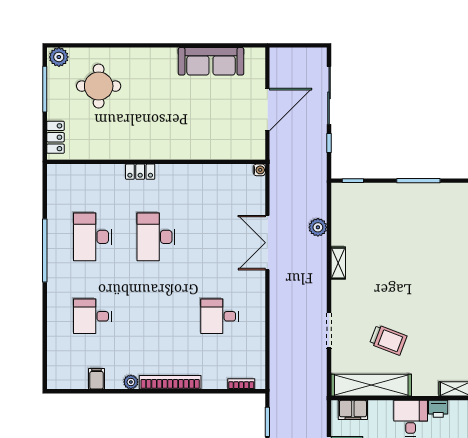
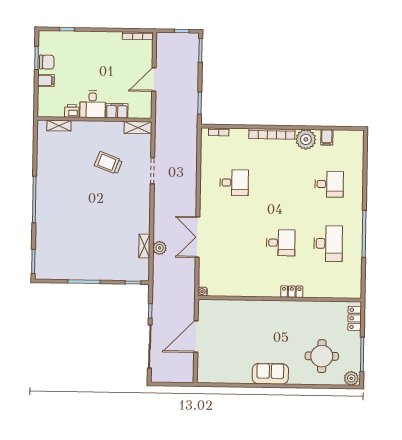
sofa: (211, 61) -> (270, 374), moved, width x0.73
desk: (156, 237) -> (281, 243), width x0.73
double door: (267, 243) -> (198, 237), swing flipped
shelving: (338, 263) -> (144, 246), moved
plant: (131, 382) -> (306, 139), width x1.87, depth x1.87
shelving: (371, 385) -> (138, 128), width x0.45, depth x0.75
filing cabinet: (353, 410) -> (117, 111), moved

